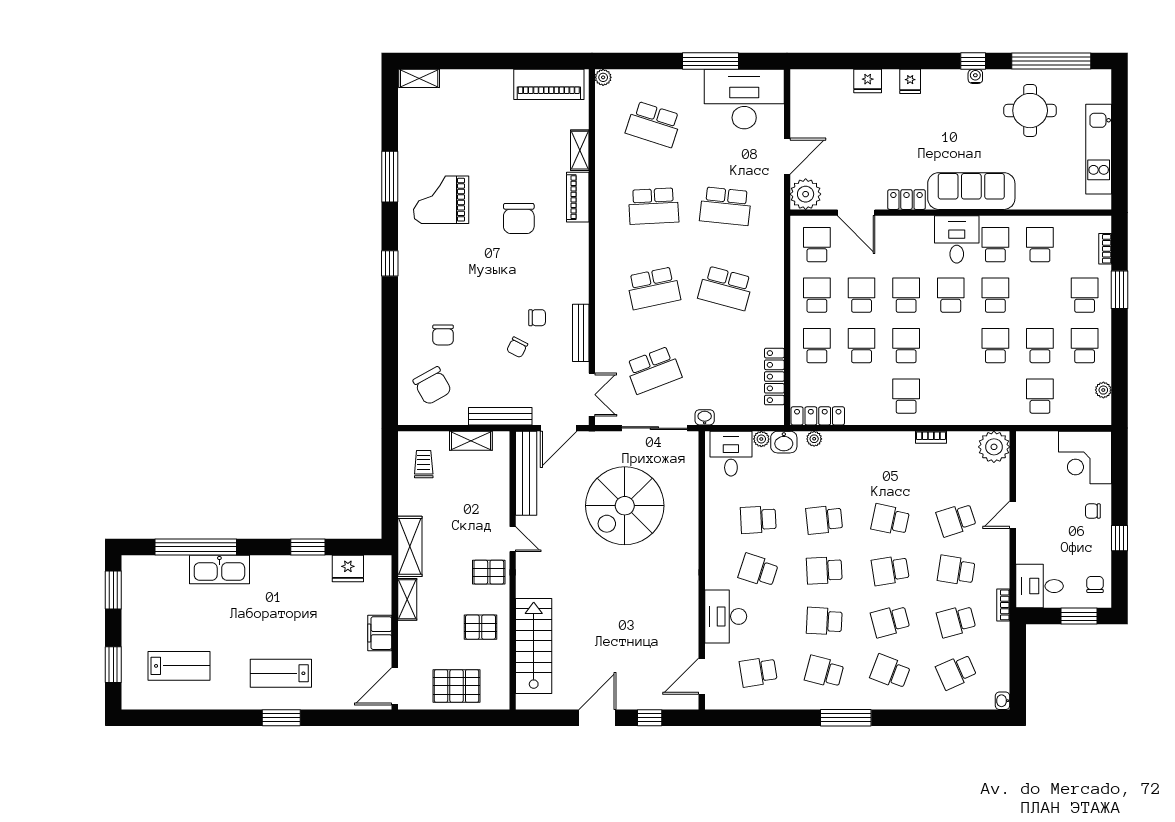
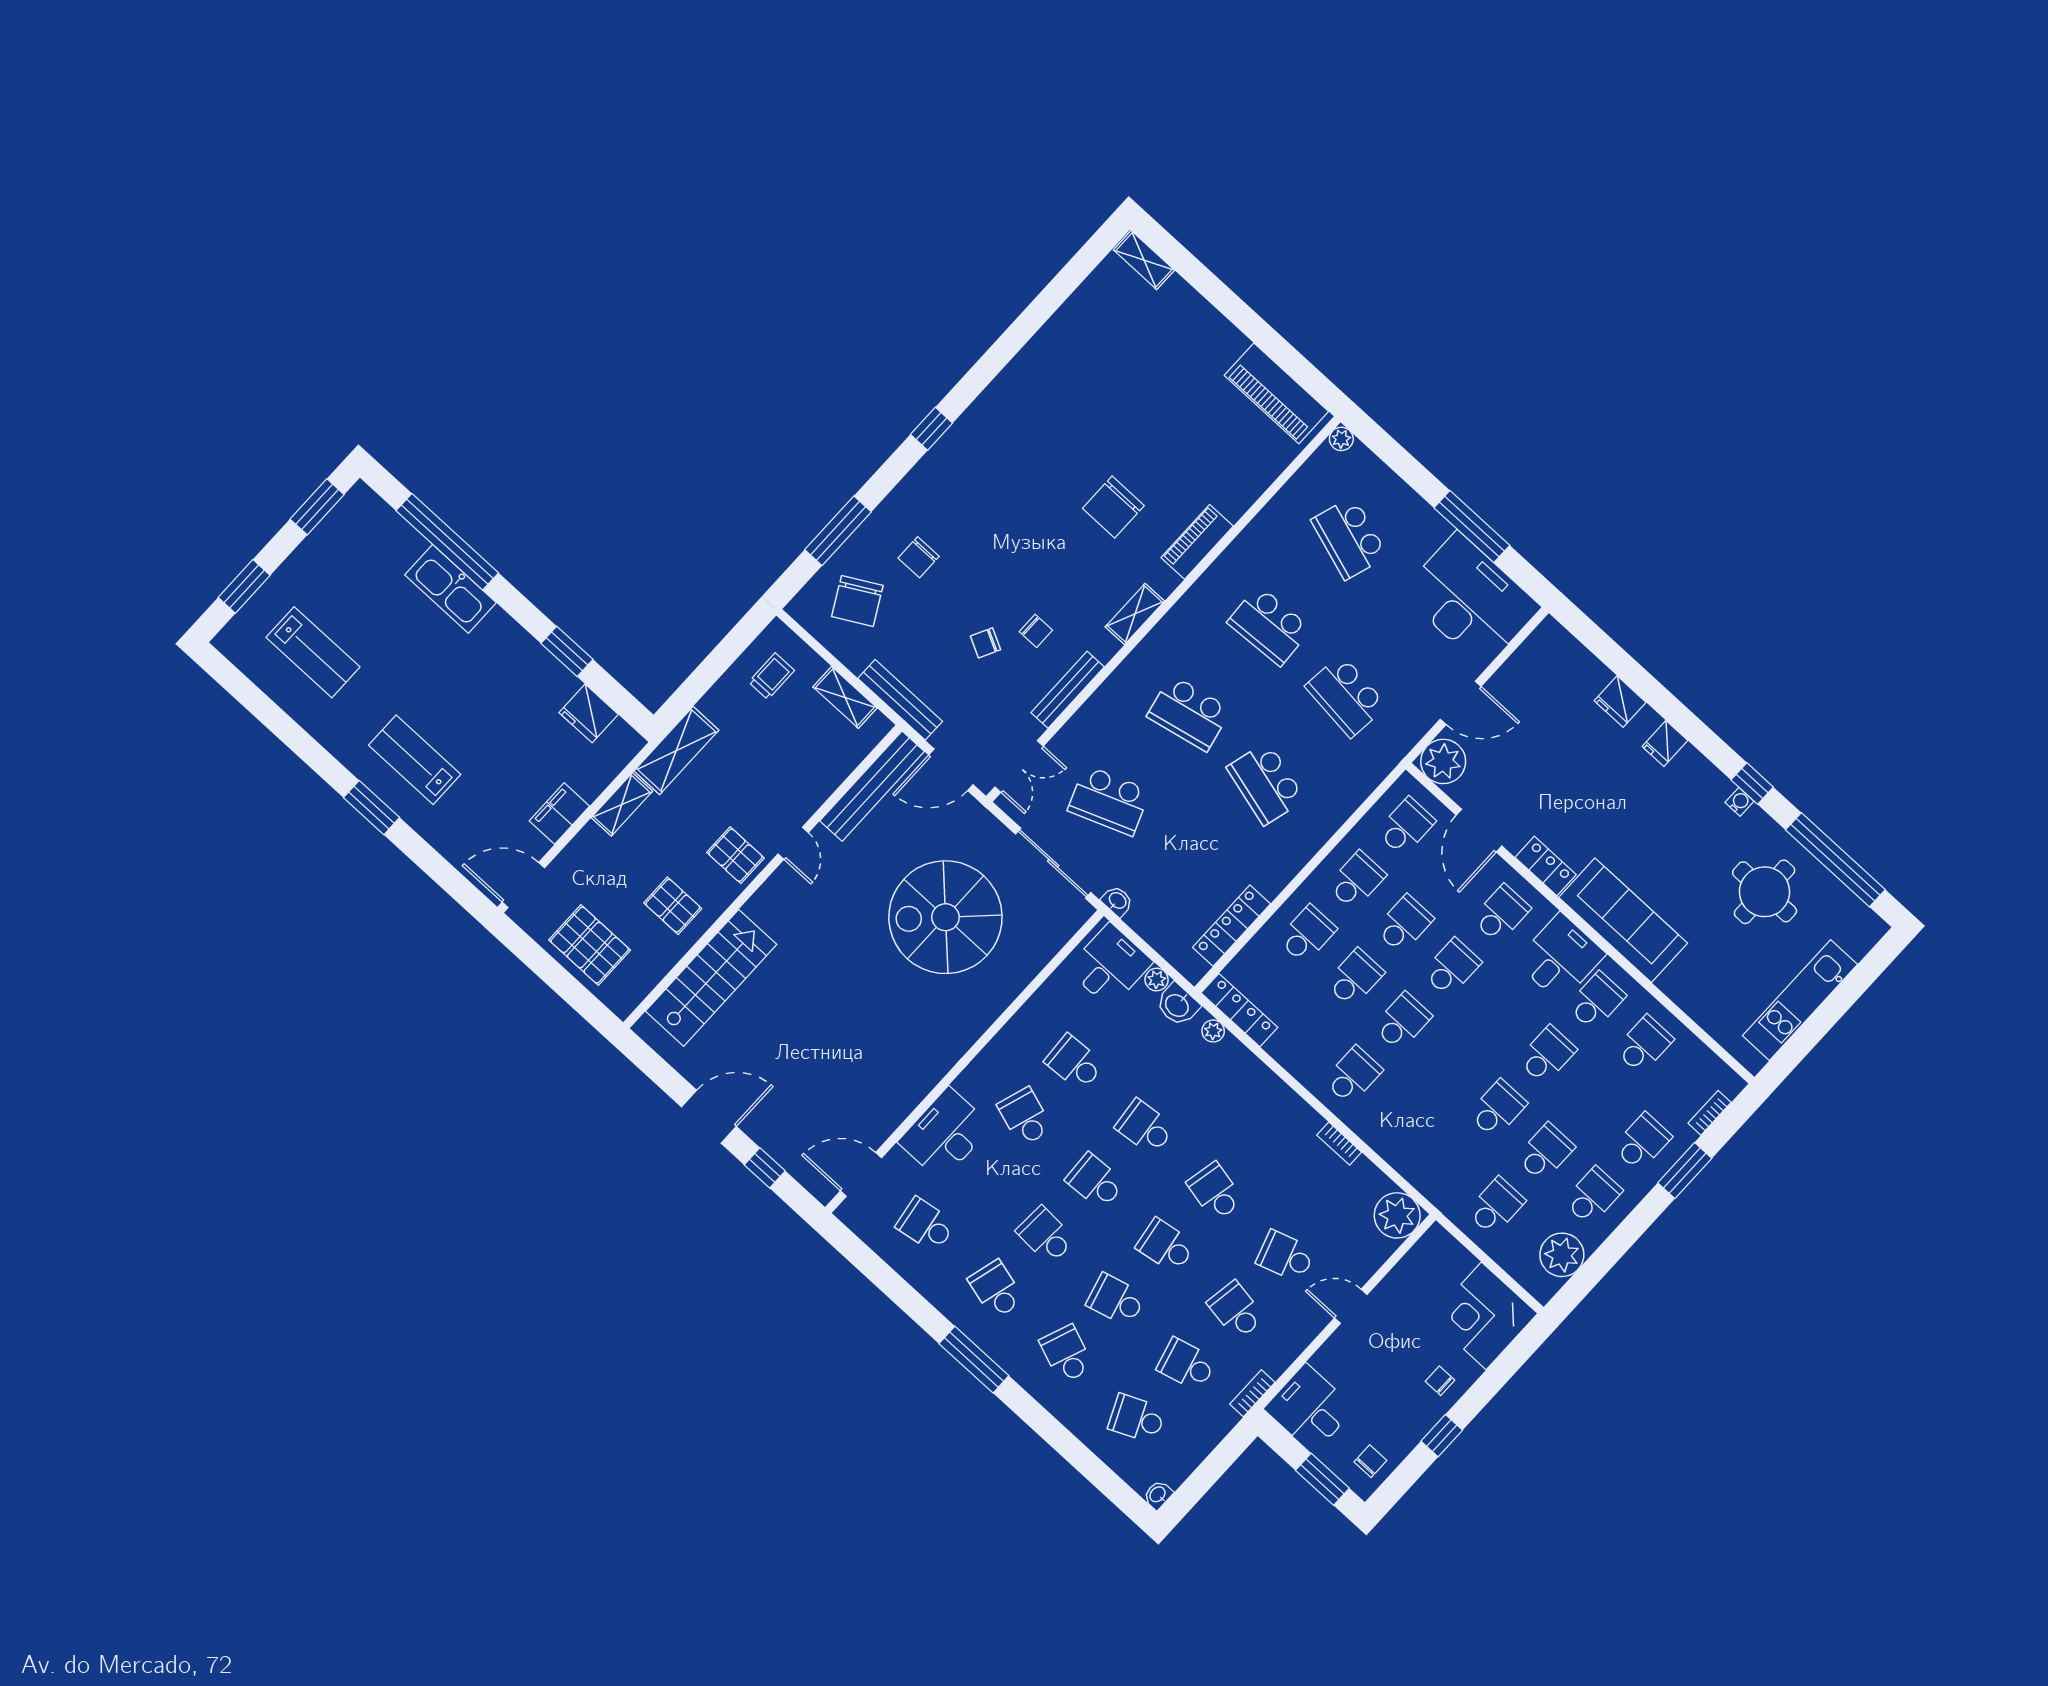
shelving: (580, 150) -> (1135, 614), moved
window: (390, 177) -> (838, 531), moved
grand piano: (441, 200) -> (1049, 411), removed
school desk: (951, 295) -> (1501, 914), moved
plant: (1103, 390) -> (1562, 1255), width x1.87, depth x1.87

